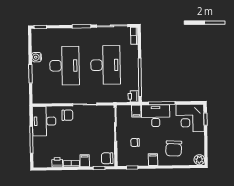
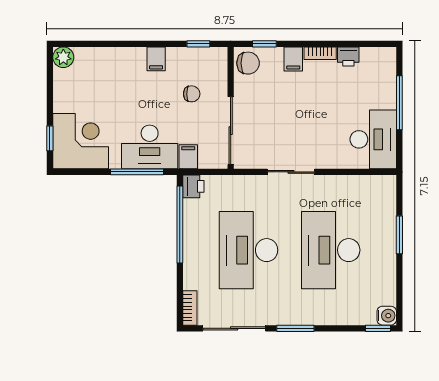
water cooler: (36, 57) -> (387, 316), moved
chair: (67, 115) -> (327, 151), removed
chair: (174, 148) -> (114, 81), removed

